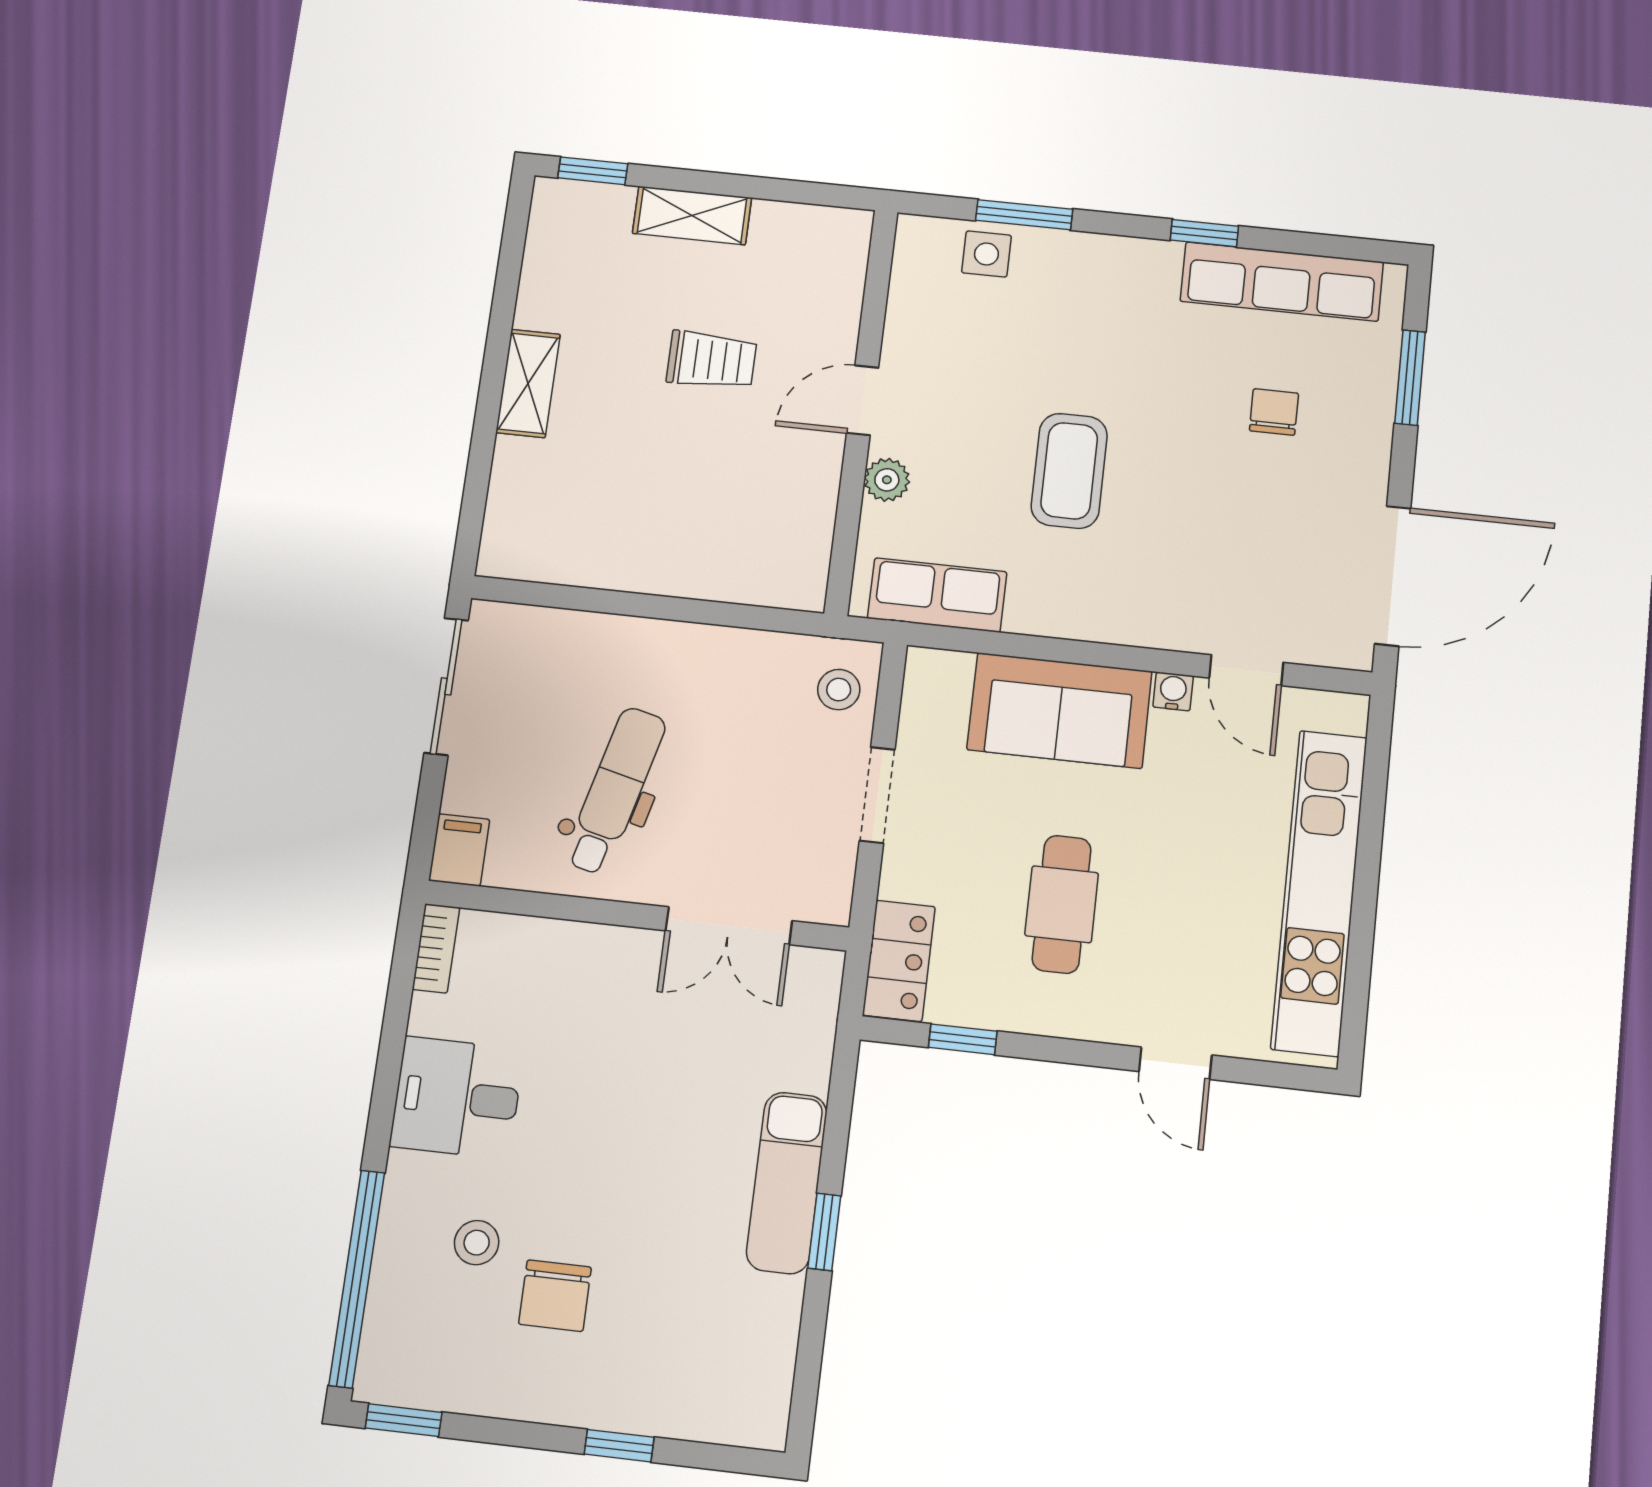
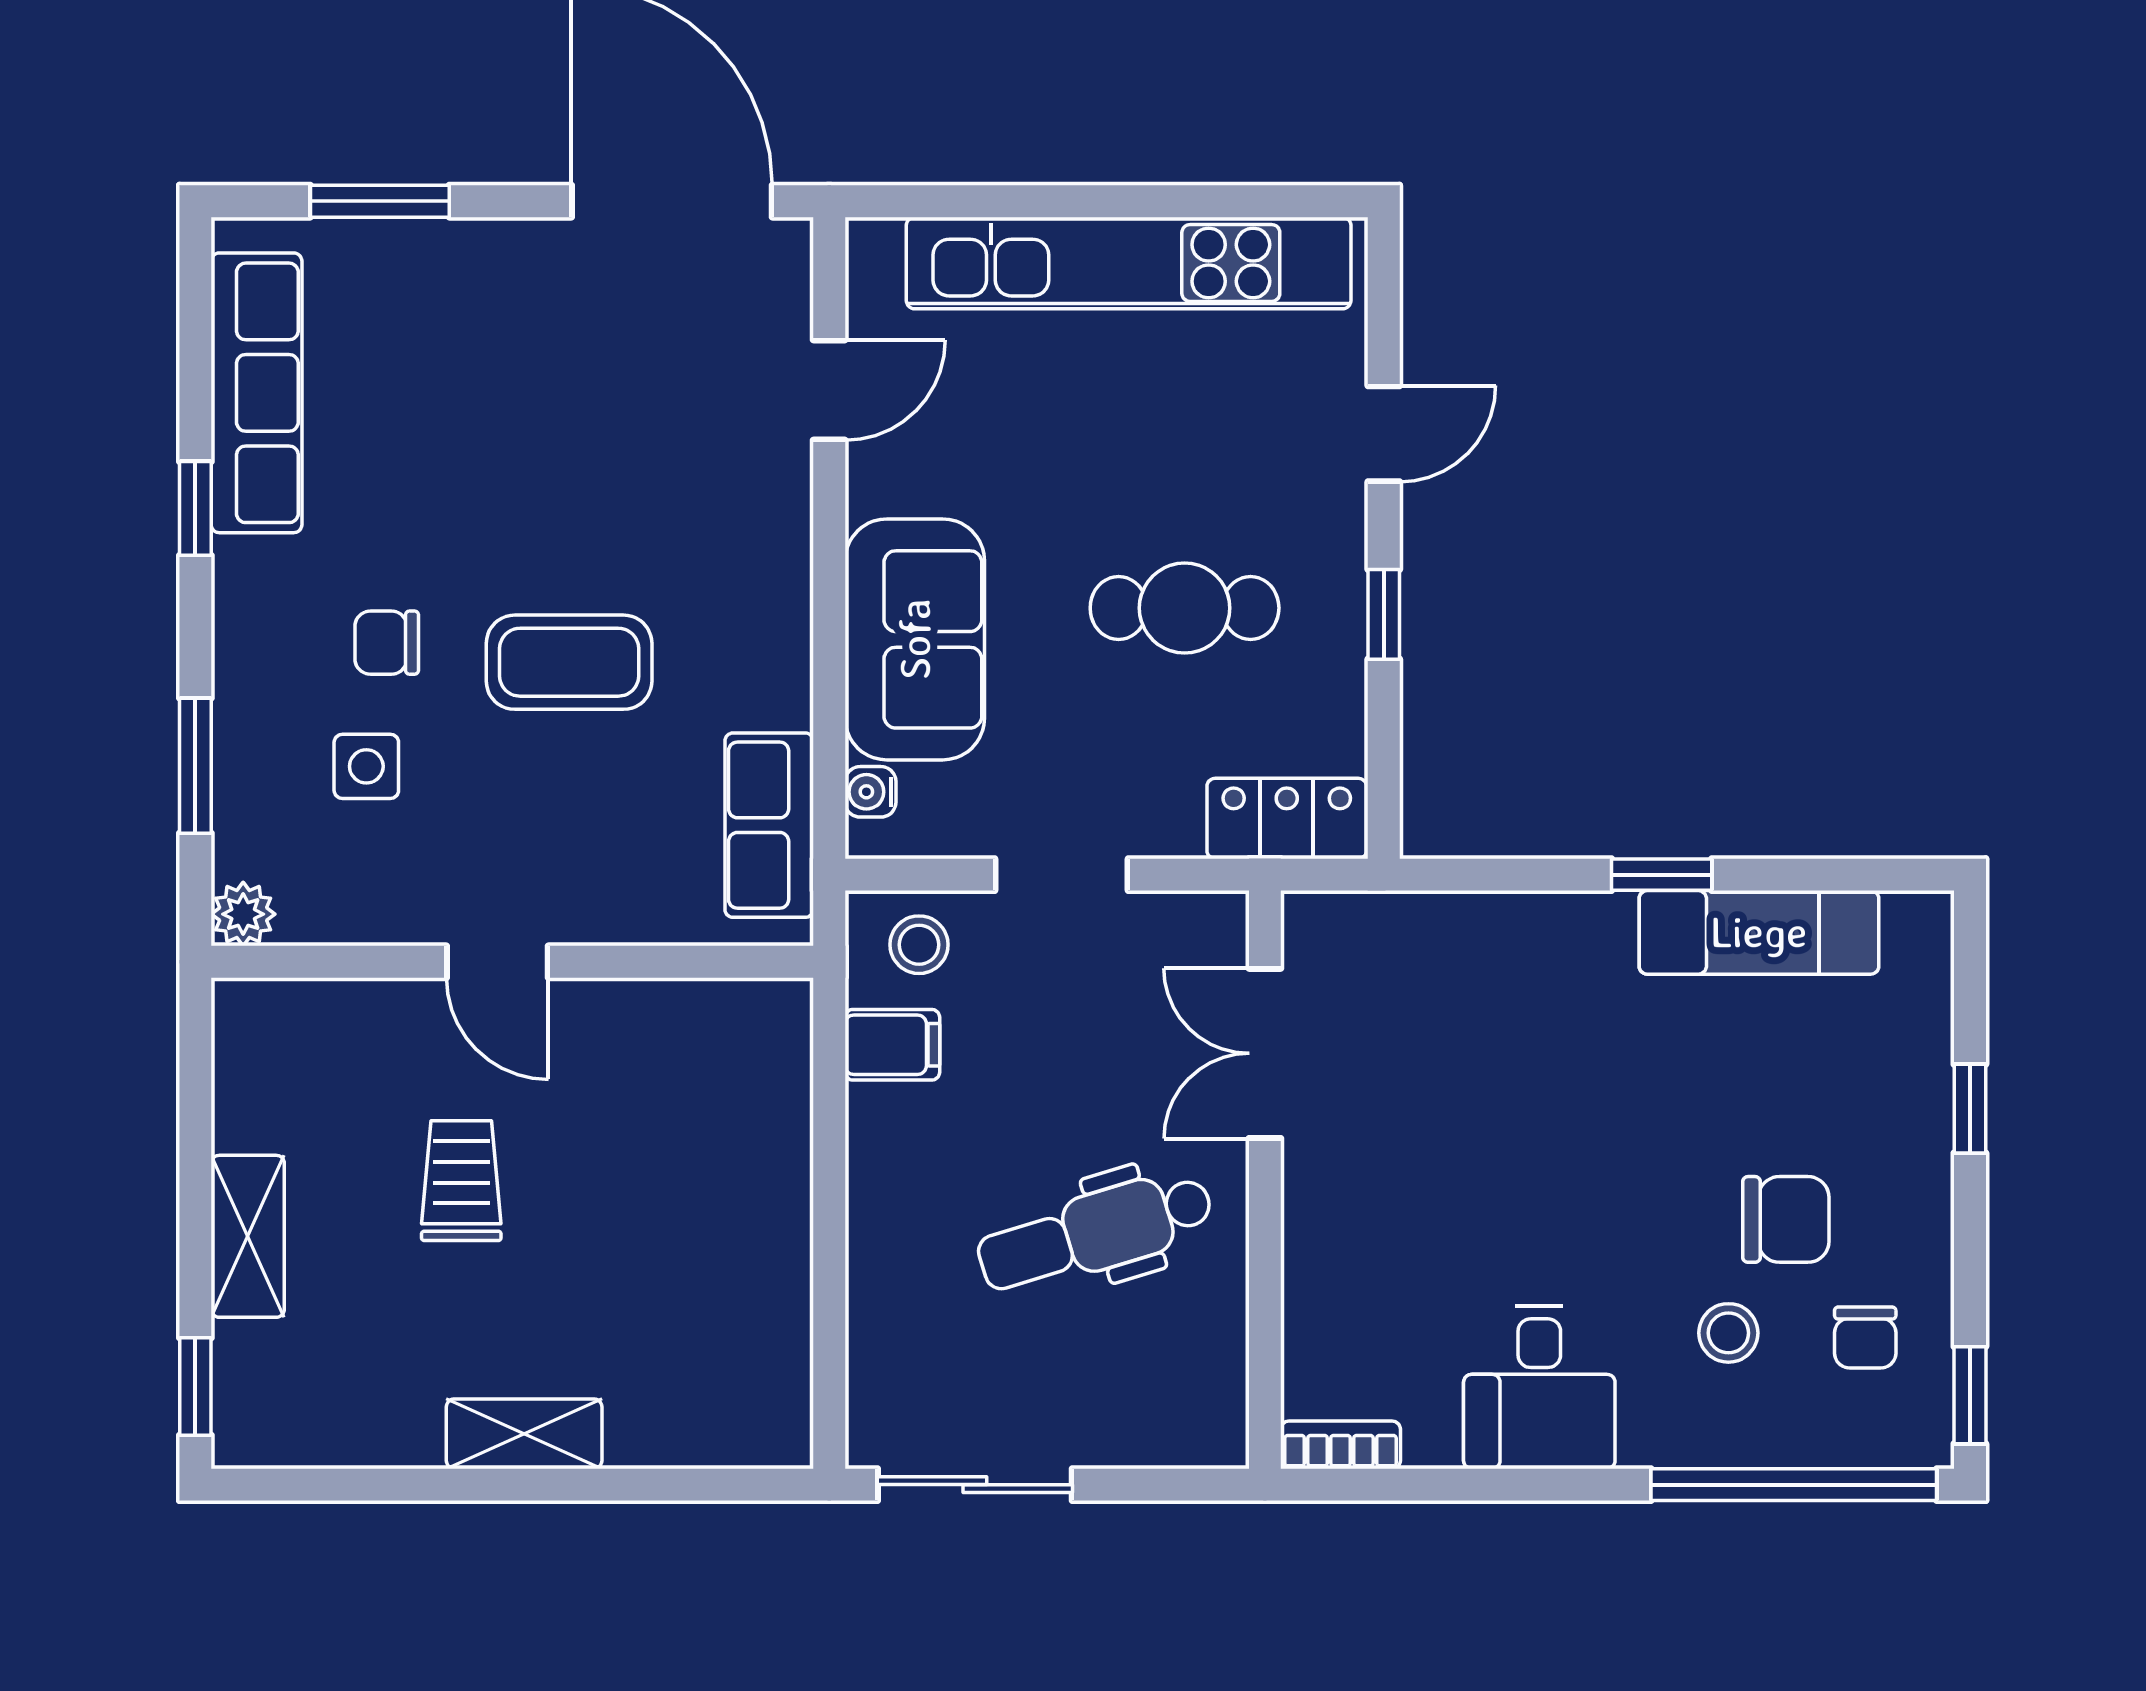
side table: (986, 254) -> (366, 766), moved
chair: (1274, 412) -> (387, 643), moved
plant: (887, 480) -> (243, 914), moved
water cooler: (1173, 691) -> (870, 792), moved
dental chair: (615, 791) -> (1095, 1232), turned -31
filing cabinet: (459, 850) -> (892, 1045), moved, turned 180
double door: (729, 926) -> (1265, 1053), swing flipped
window: (963, 1039) -> (1384, 614), moved
exam couch: (787, 1183) -> (1759, 932), moved
chair: (458, 1345) -> (1865, 1338), added

